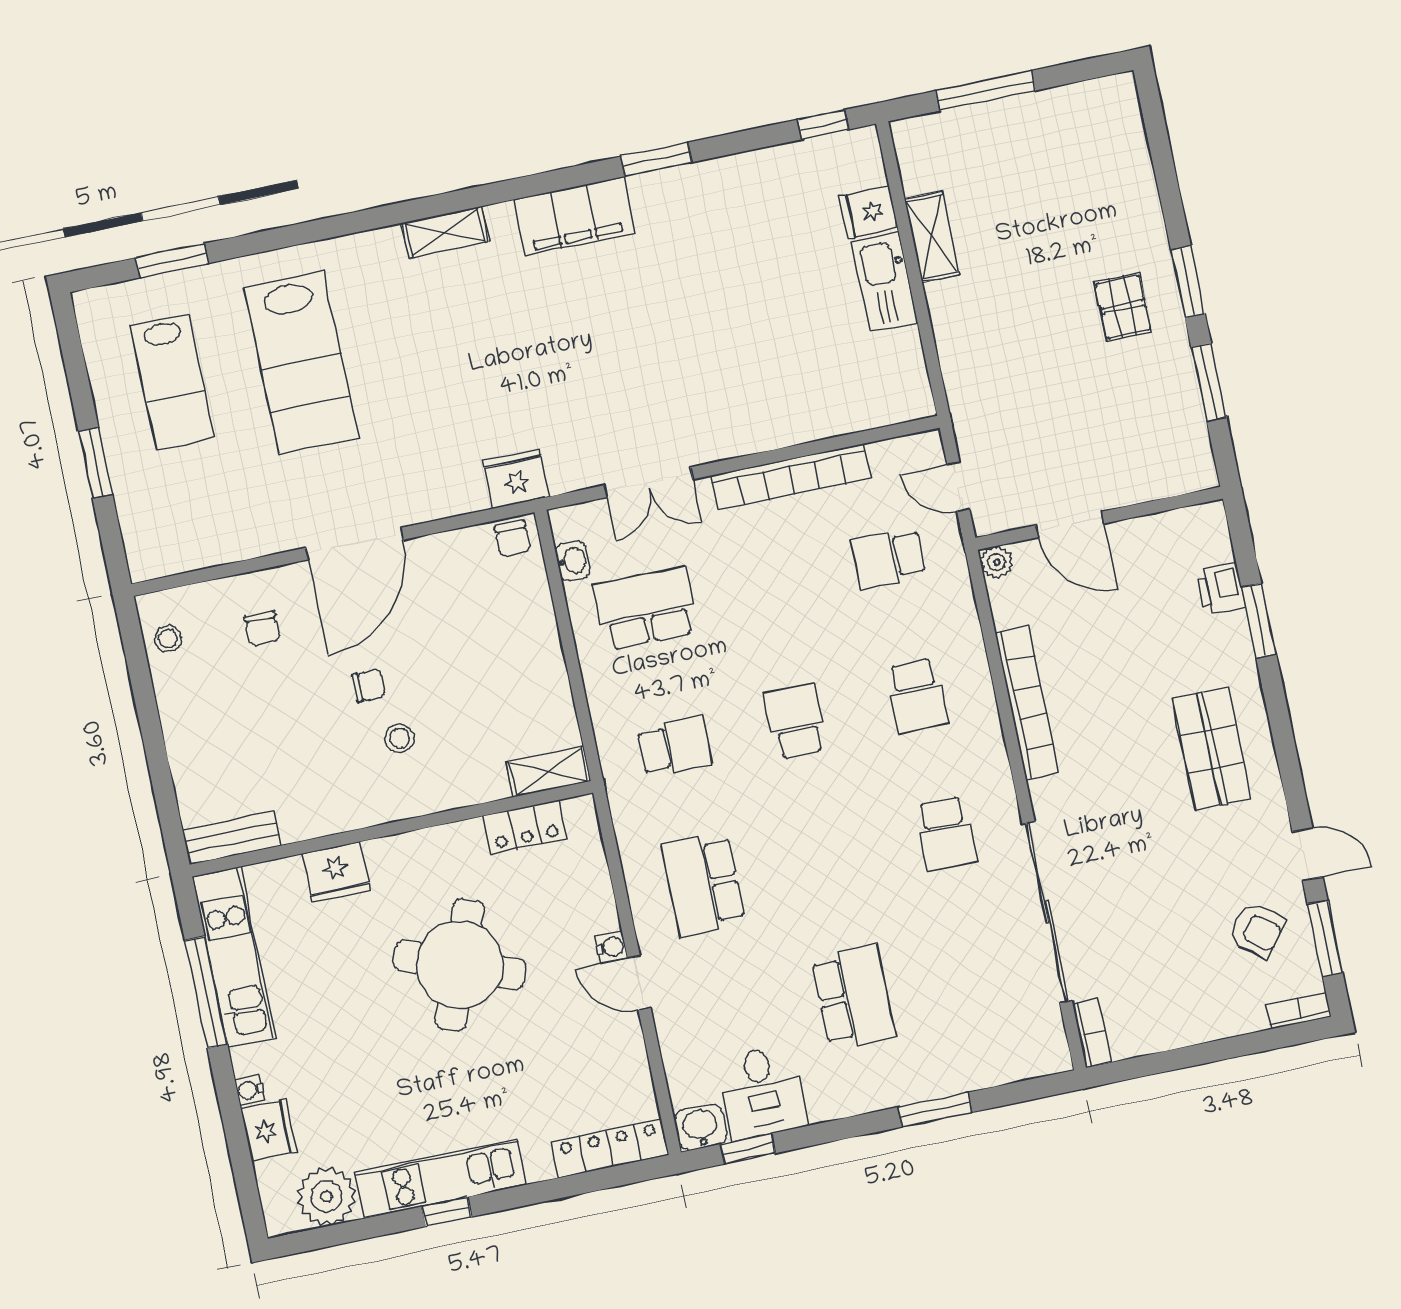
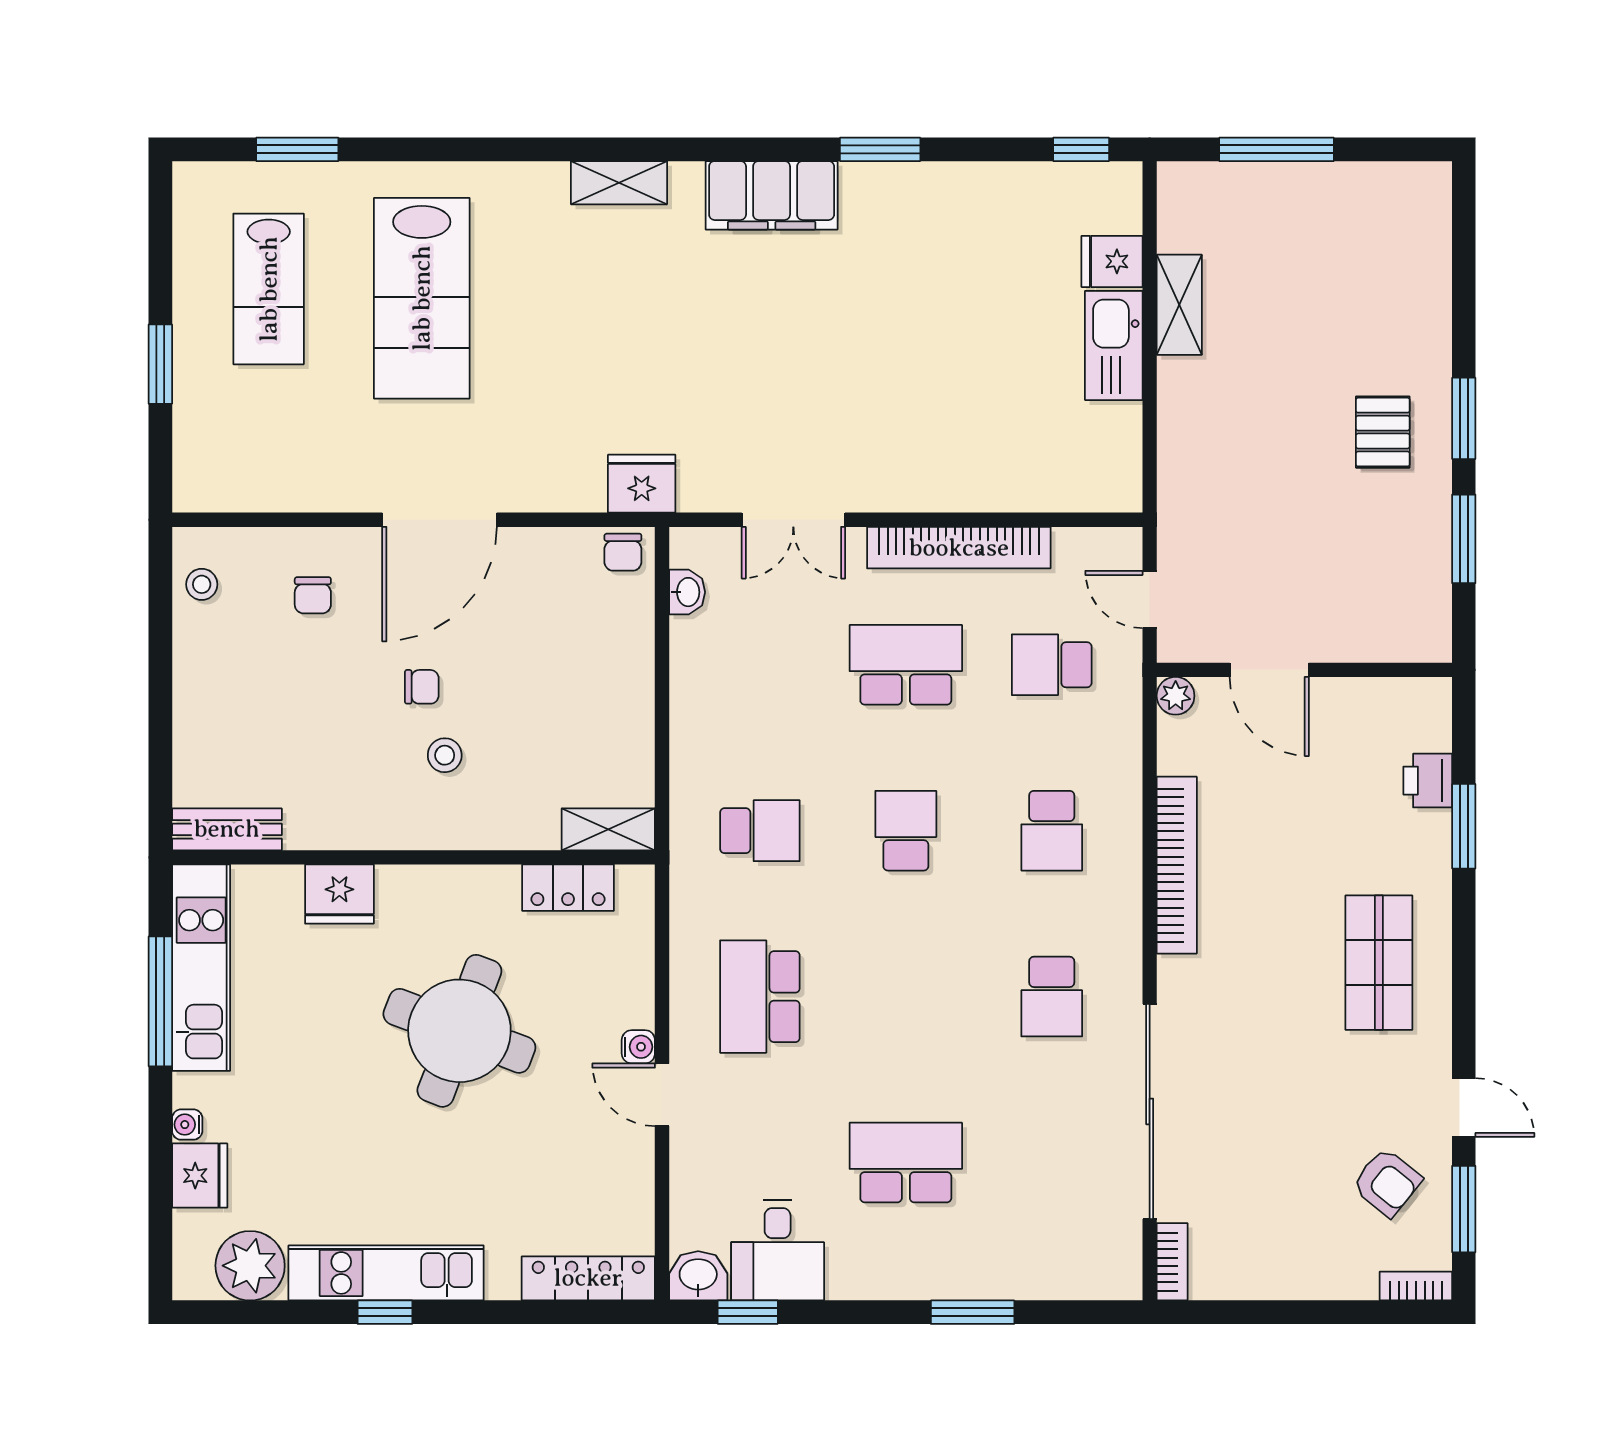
school desk: (646, 609) -> (906, 665), moved
school desk: (853, 997) -> (906, 1162), turned -90

